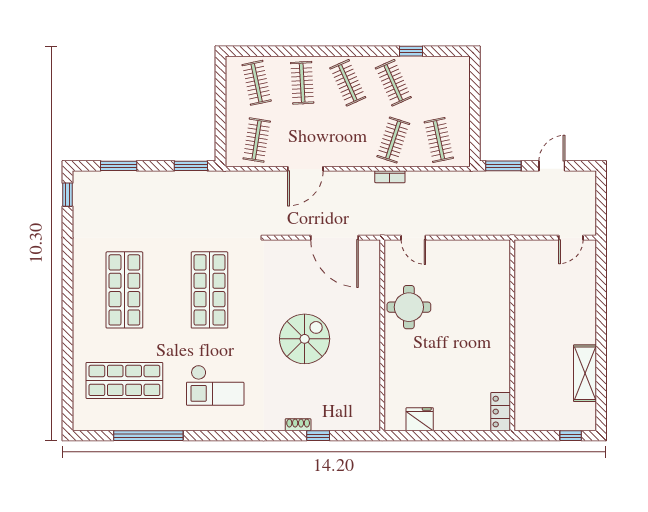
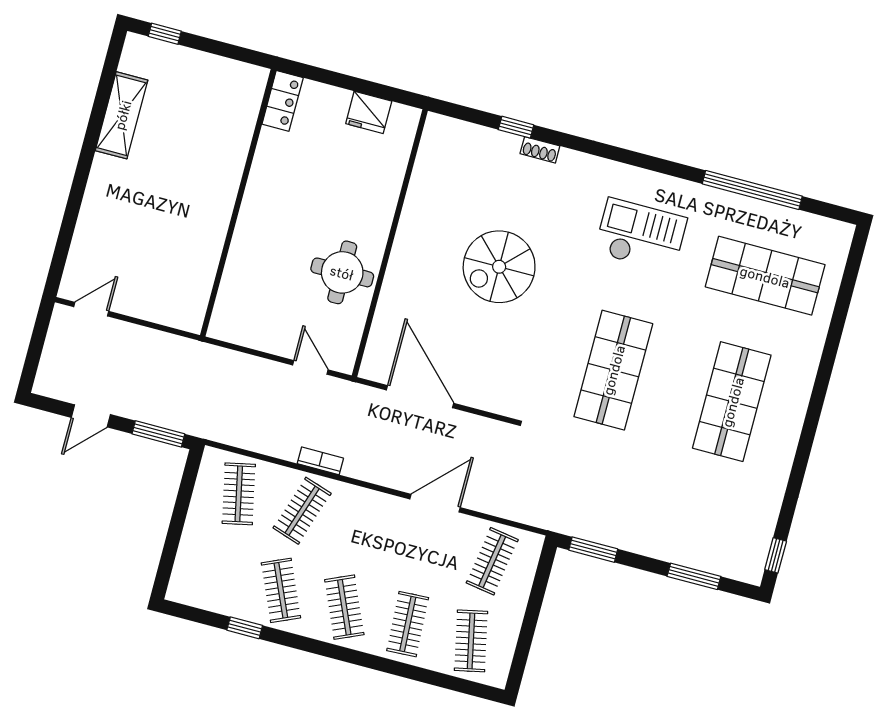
wall: (512, 335) -> (238, 203), moved
locker: (501, 412) -> (283, 101), moved

